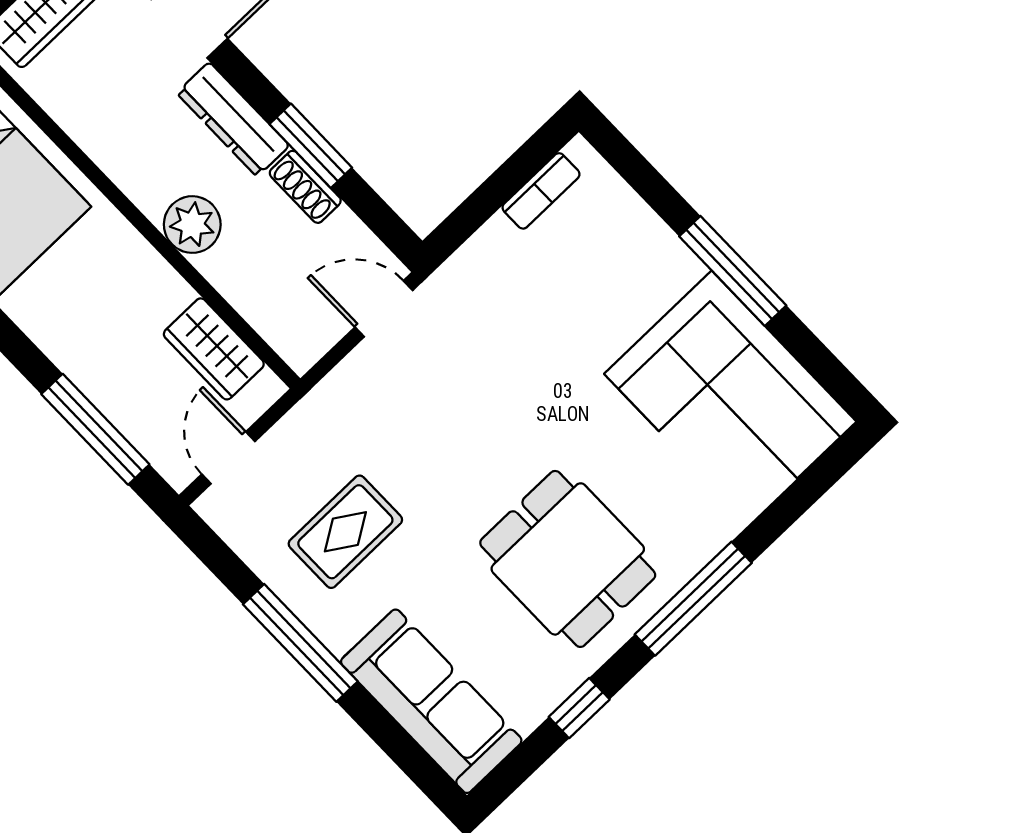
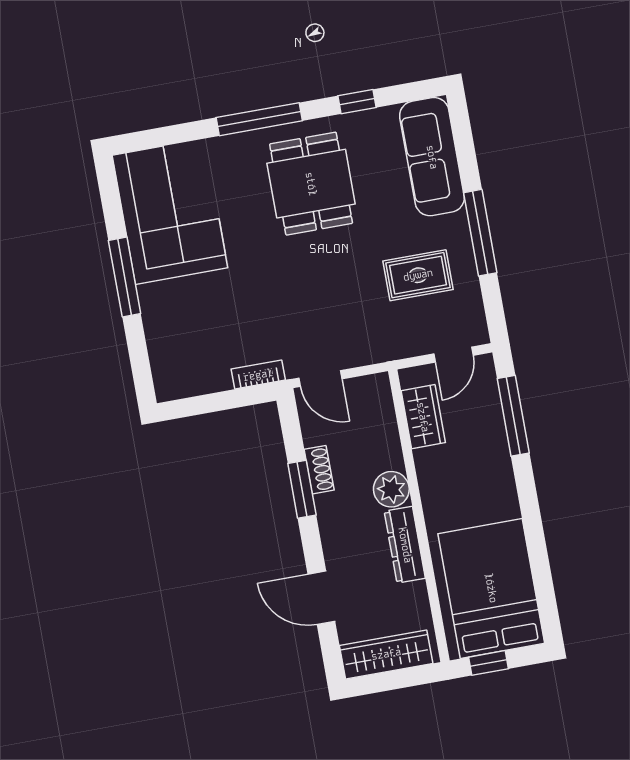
dresser: (233, 119) -> (405, 545), moved, turned 180
bookcase: (541, 191) -> (258, 375), moved

